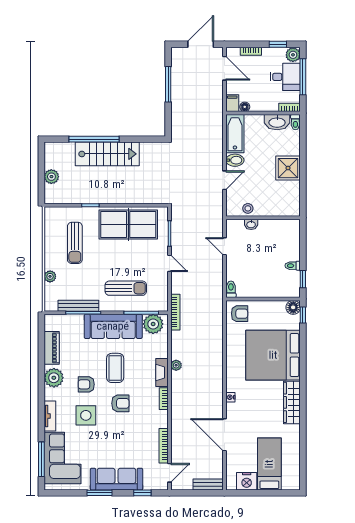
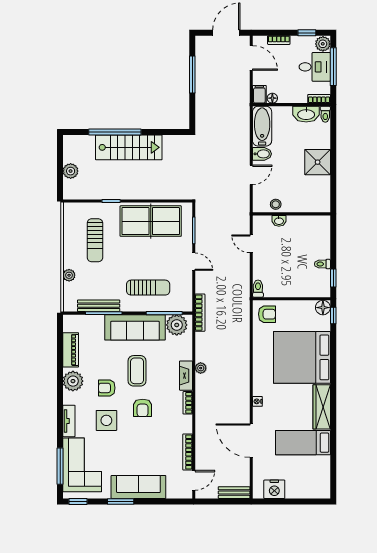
armchair: (120, 403) -> (143, 408), turned 90
bed: (269, 464) -> (303, 443), moved, turned -90
window: (142, 493) -> (78, 501), moved

